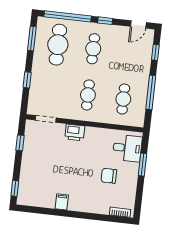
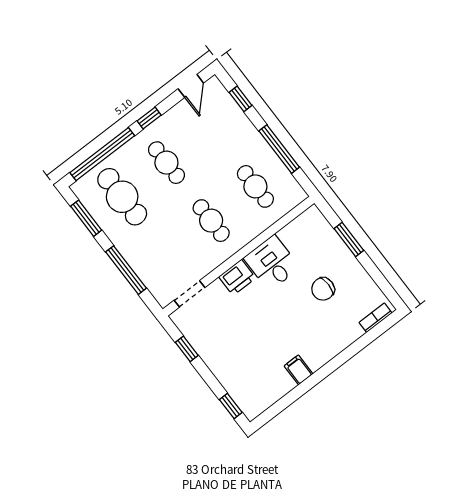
window: (27, 80) -> (126, 270), width x2.17
desk: (127, 148) -> (272, 263), moved, turned -90

